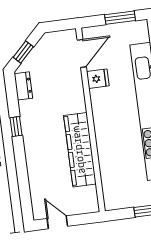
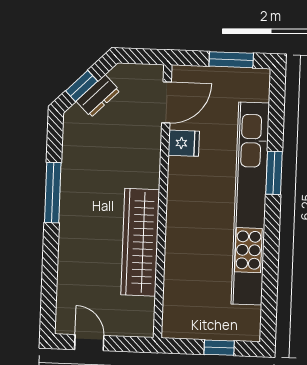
dresser: (23, 86) -> (98, 96), moved, turned 45
window: (16, 126) -> (53, 193), width x2.17

